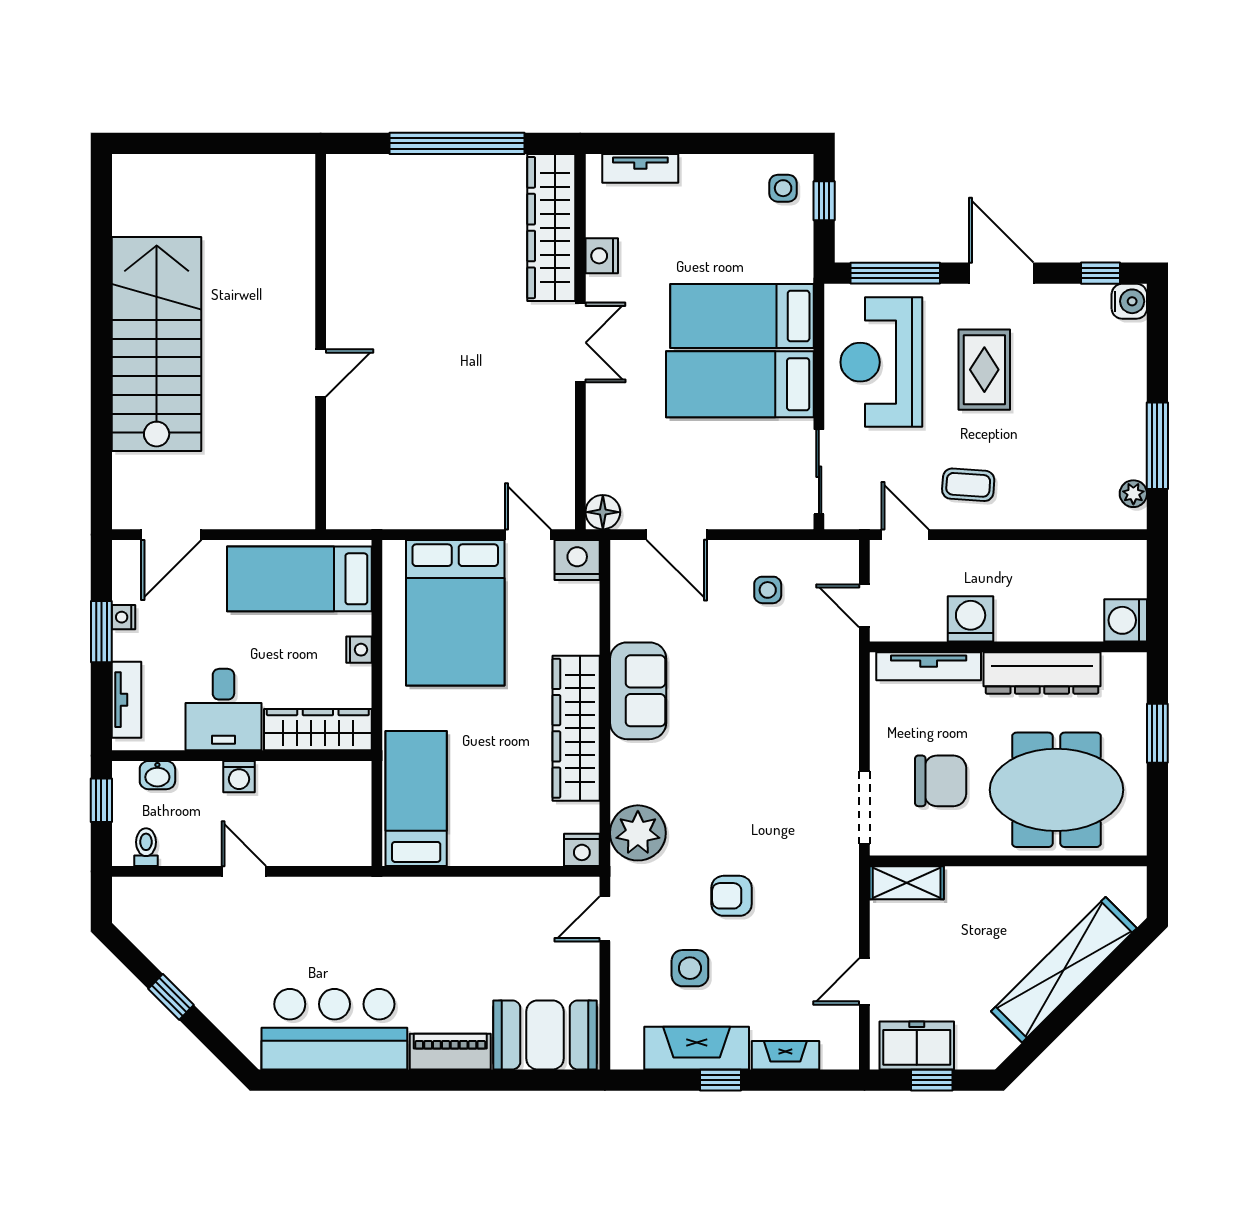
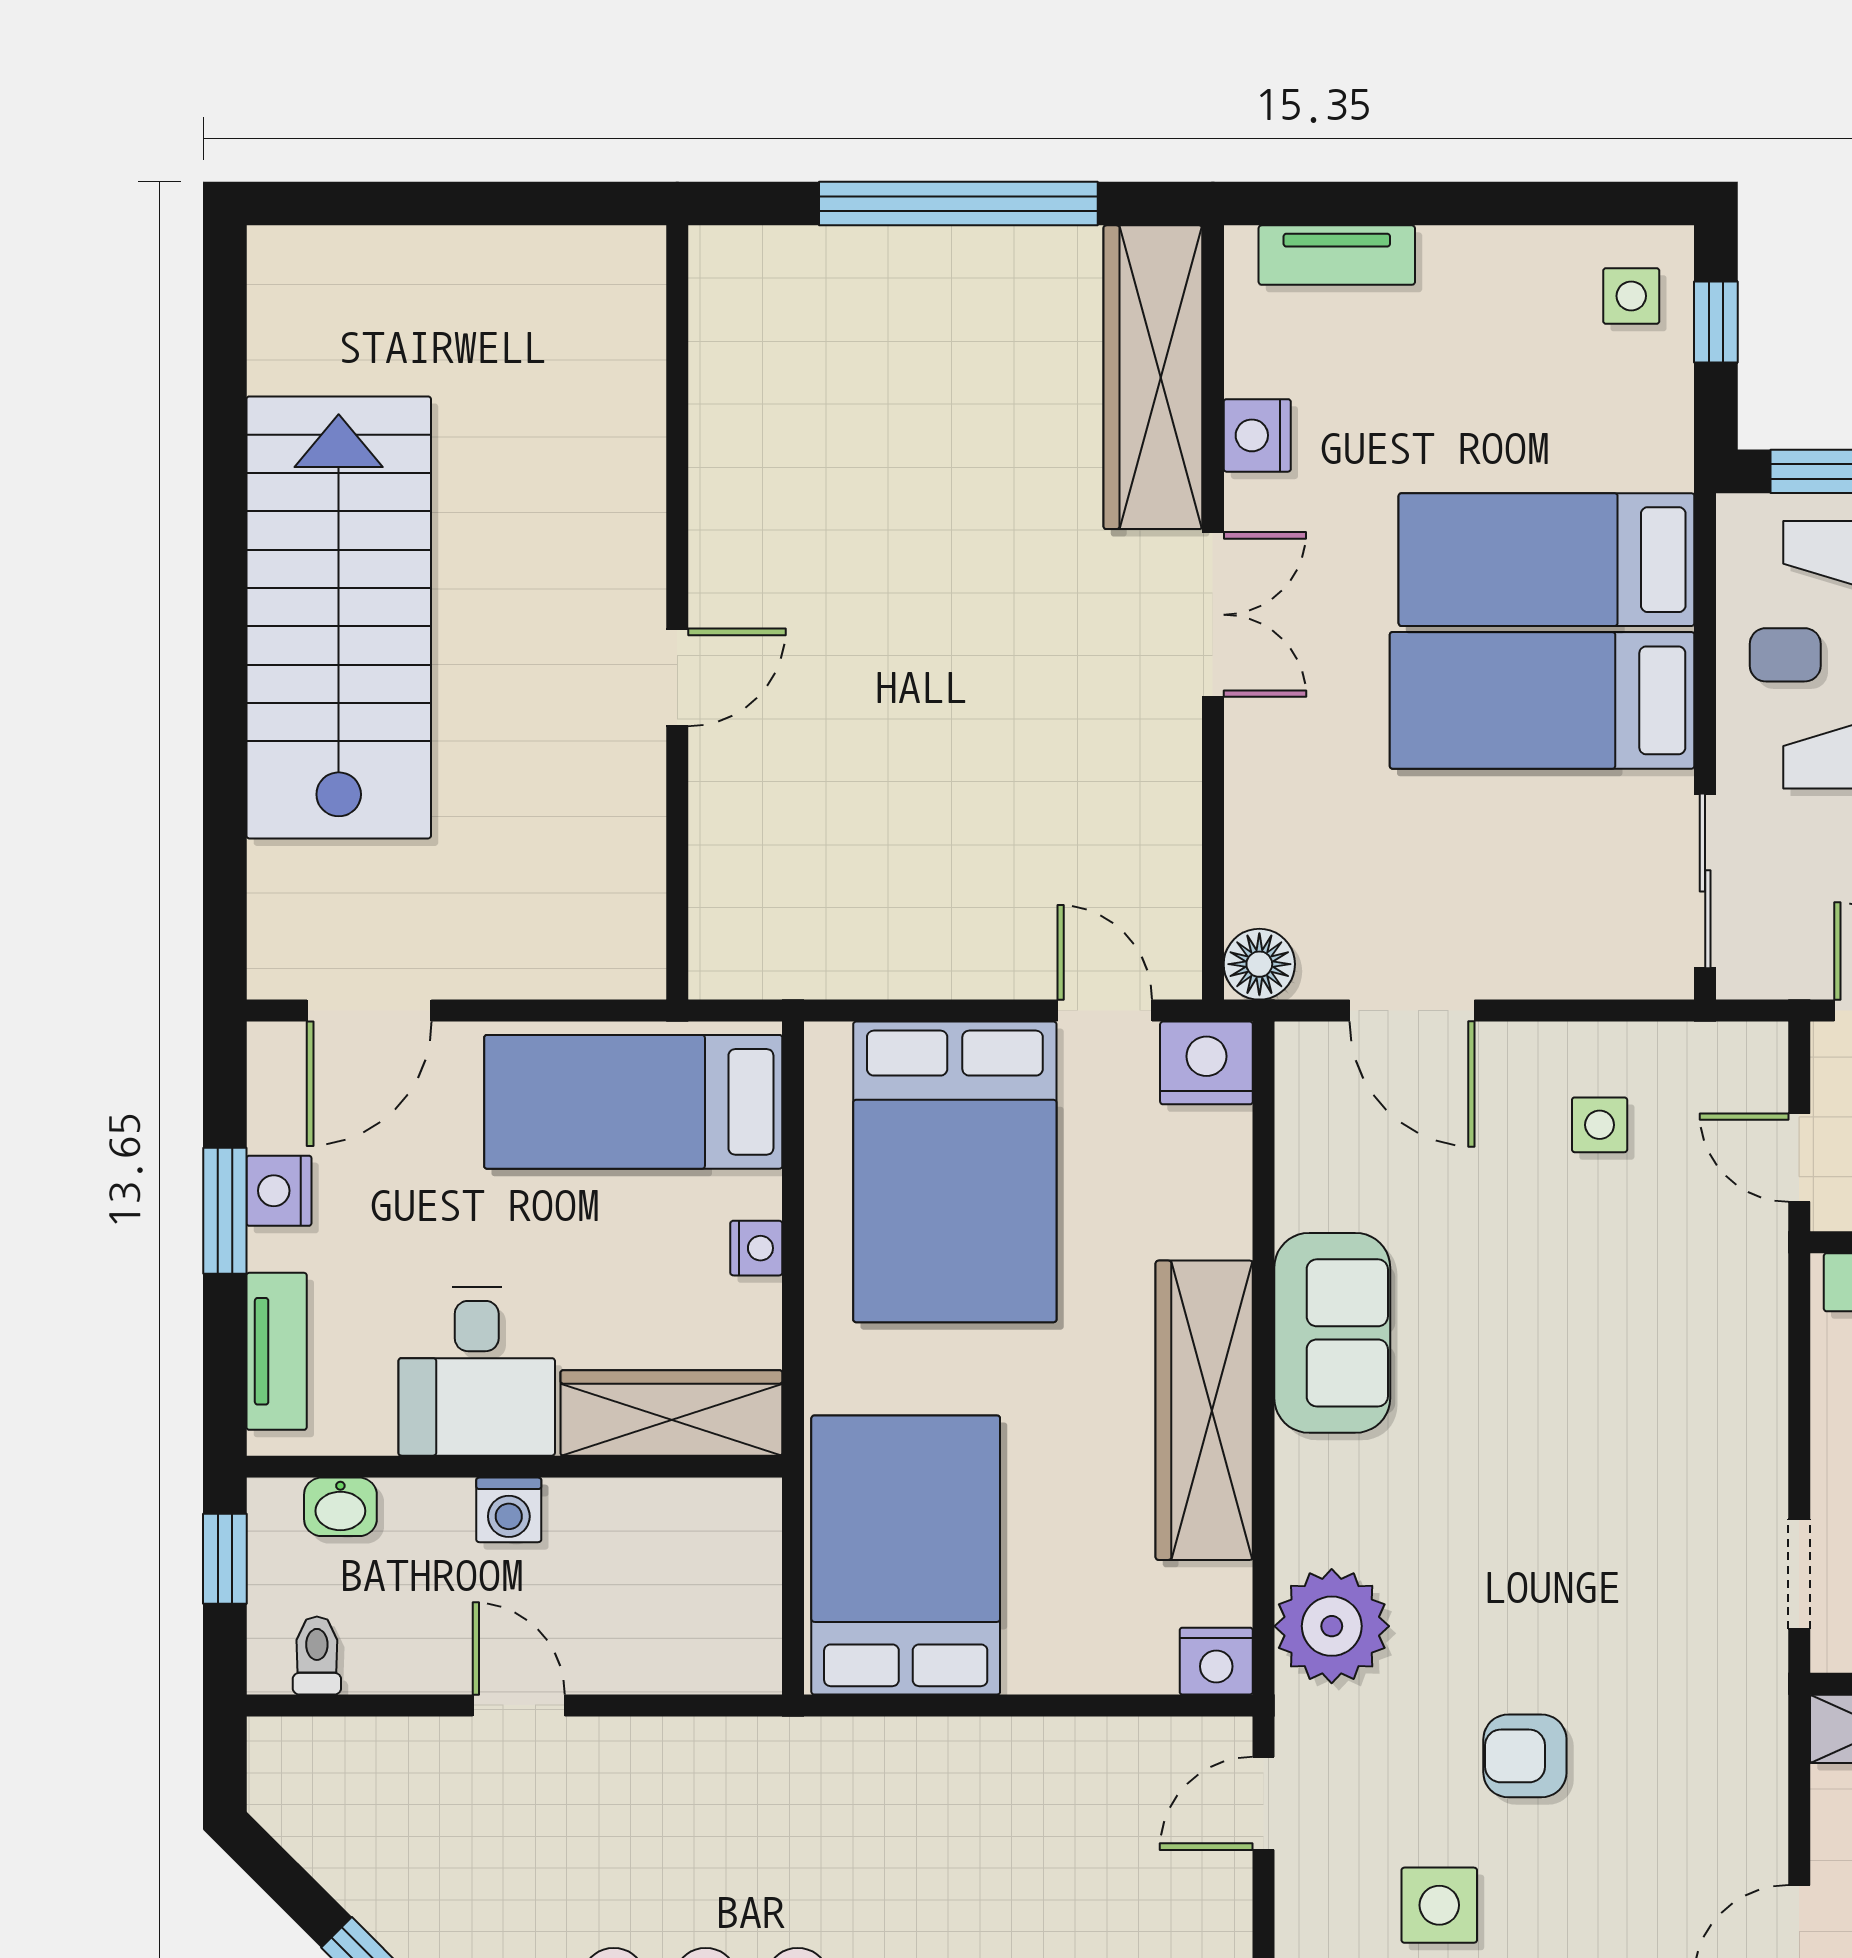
nightstand: (124, 617) -> (279, 1191), width x1.39, depth x1.35
bed: (416, 798) -> (906, 1555), width x1.50
doorway: (864, 808) -> (1799, 1574), width x0.73

